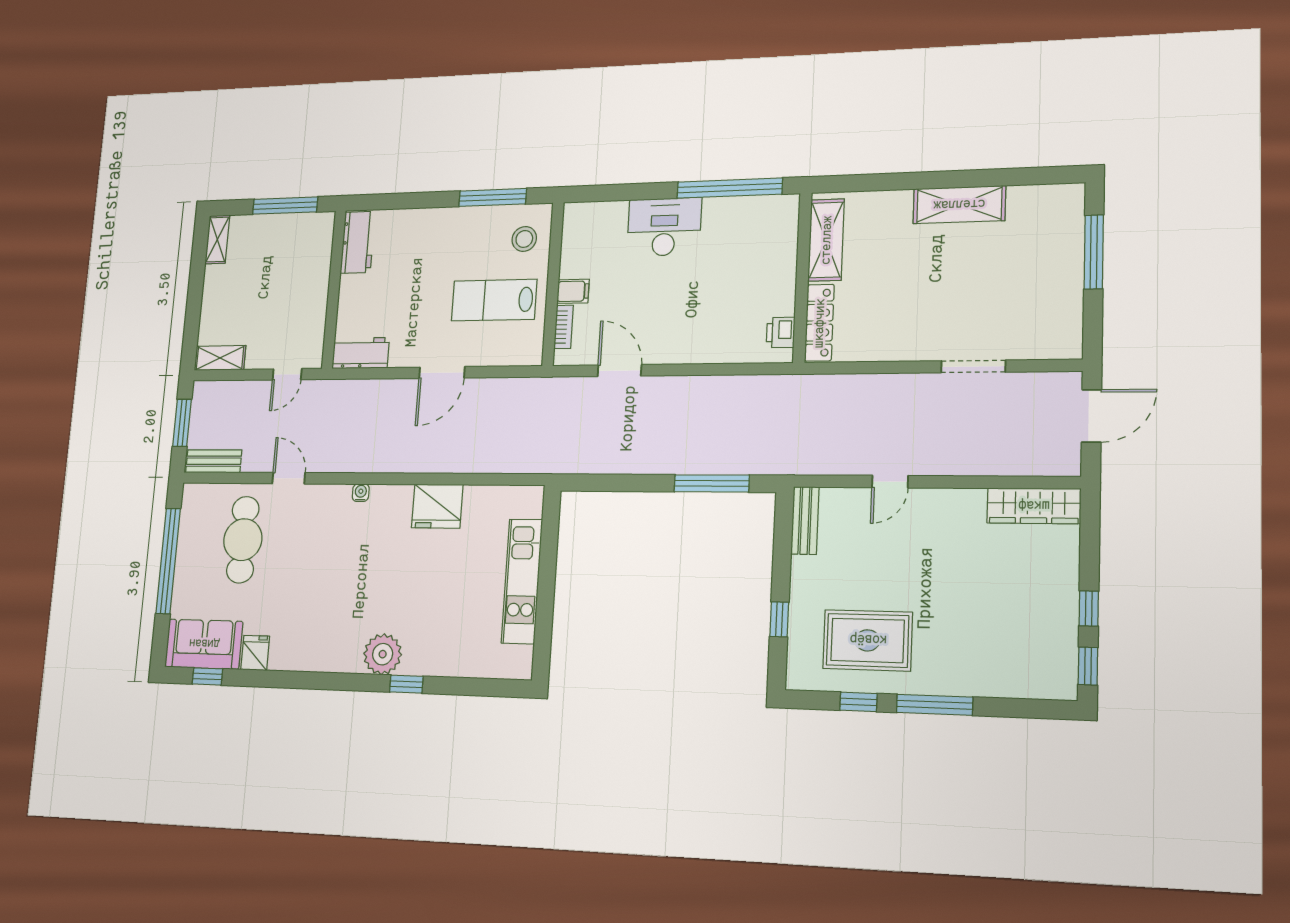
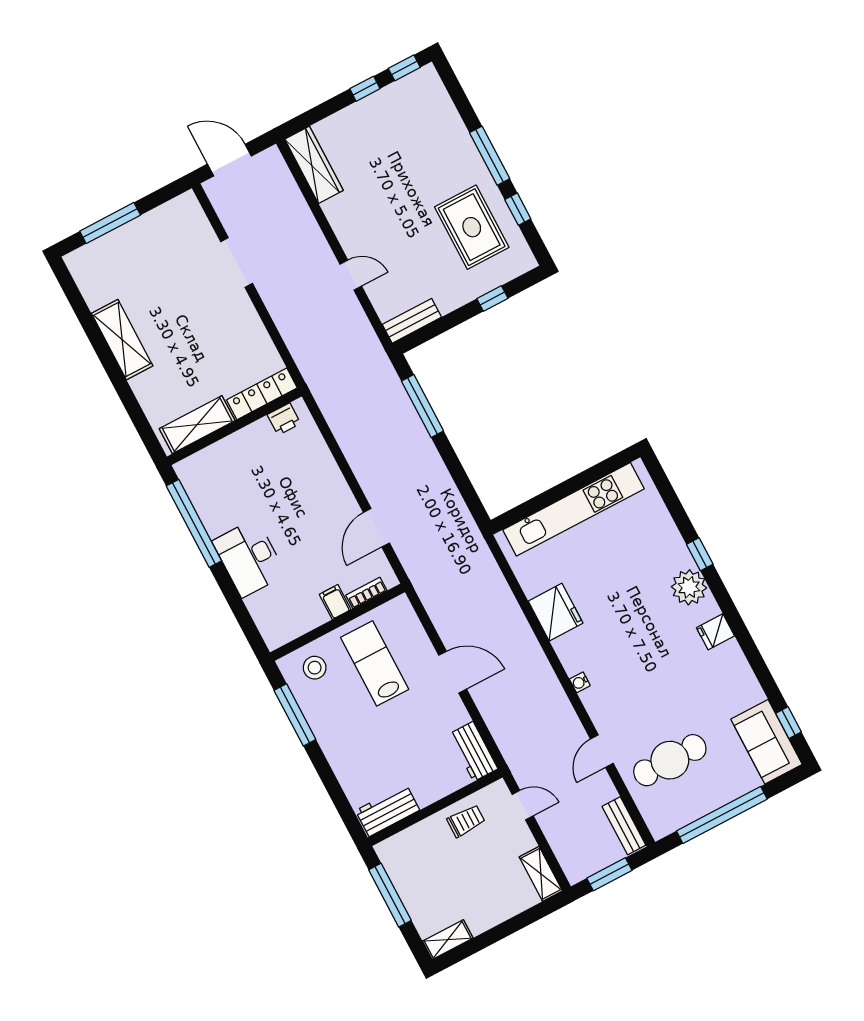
lab bench: (494, 300) -> (375, 663), turned 180
trolley: (305, 312) -> (466, 821), added
kitchen unit: (522, 581) -> (573, 509), width x1.36
fridge: (255, 653) -> (715, 632), moved

